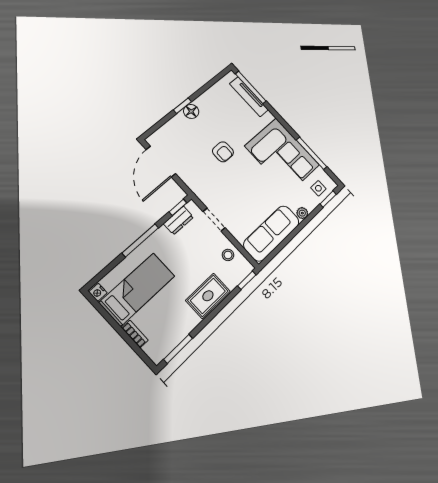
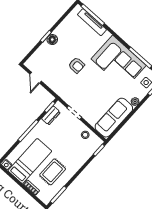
door: (161, 162) -> (36, 78), width x0.53
rug: (208, 296) -> (53, 172), moved

